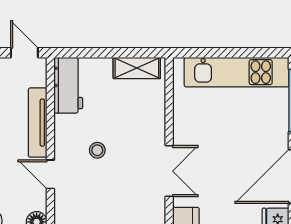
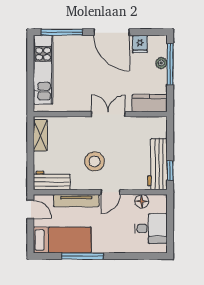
door: (24, 53) -> (30, 209), swing flipped
stool: (97, 150) -> (95, 161), width x1.89, depth x1.89

